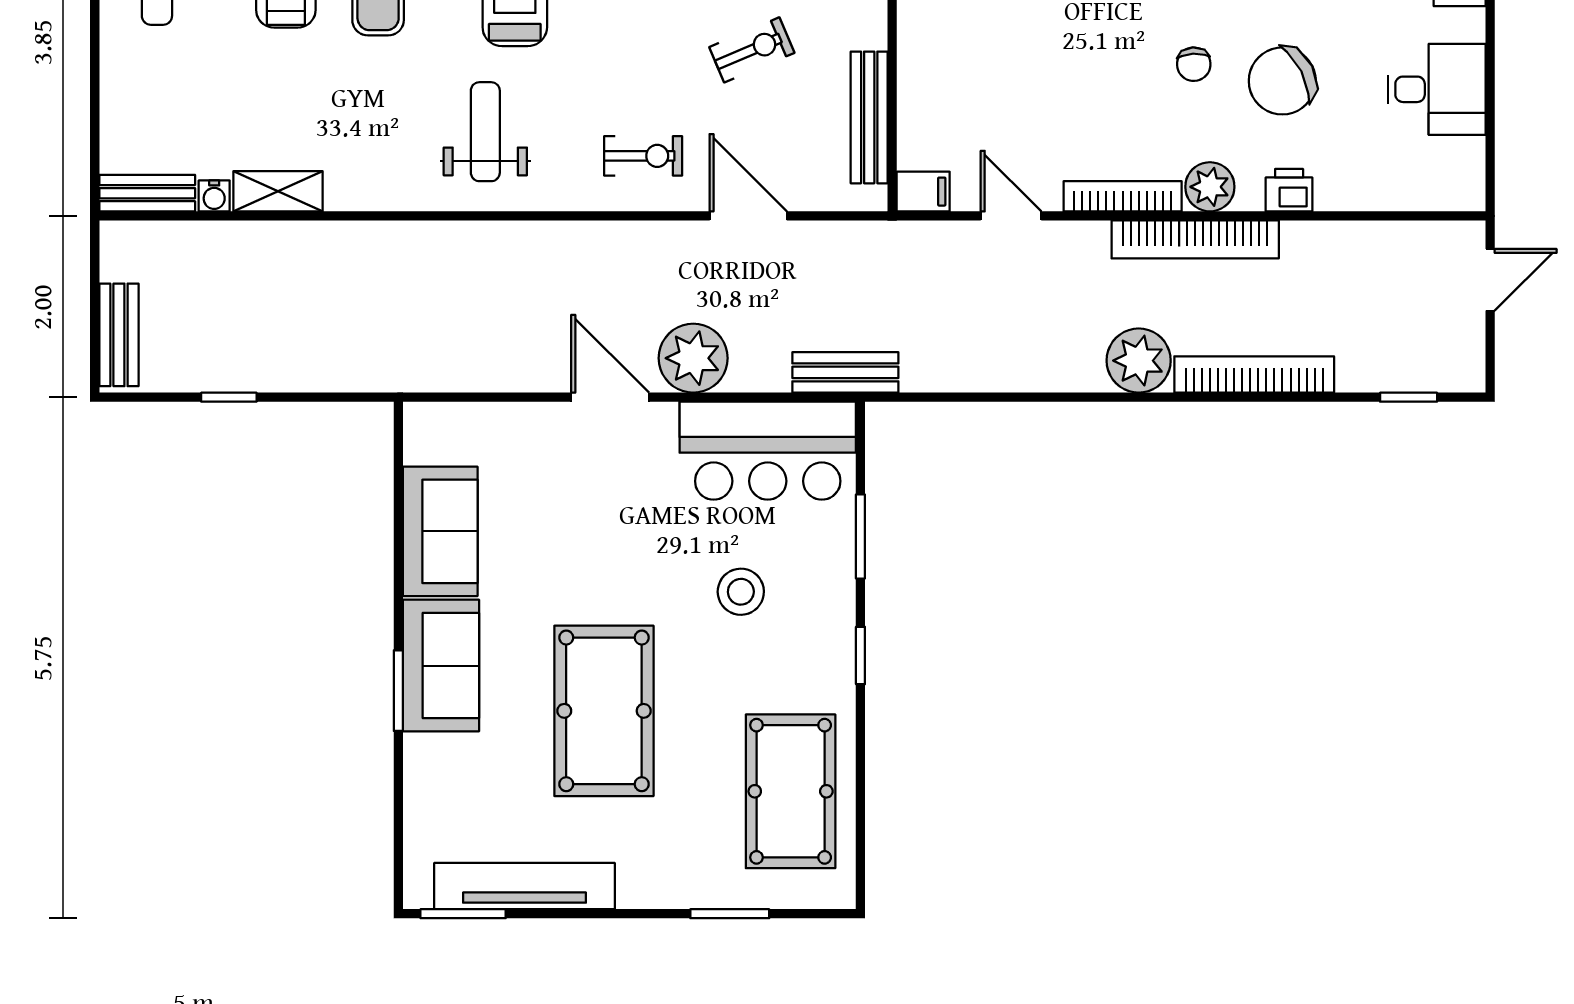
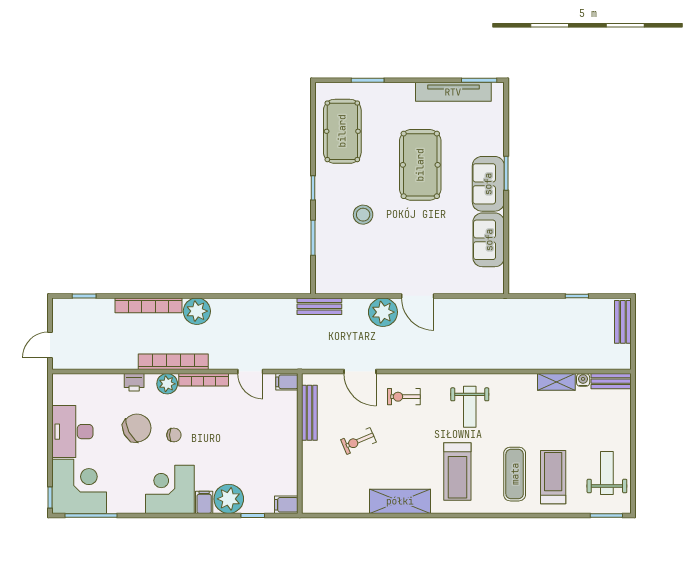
chair: (1194, 64) -> (174, 435), turned 93
desk: (1437, 89) -> (72, 432), width x1.37
bar counter: (768, 451) -> (352, 274), removed

